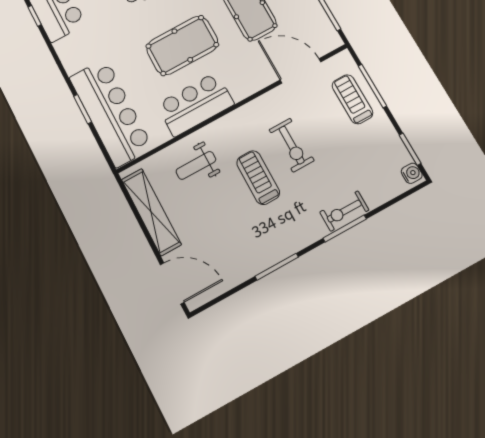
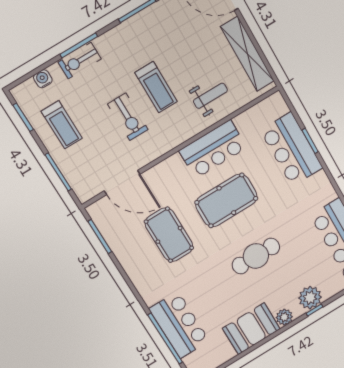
treadmill: (352, 99) -> (62, 125), moved
bar counter: (111, 112) -> (292, 149), width x0.73
exercise bike: (292, 145) -> (128, 117), turned 180
water cooler: (412, 173) -> (43, 79), moved, turned 90
exercise bike: (344, 211) -> (80, 61), turned 180

